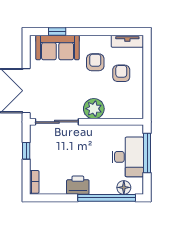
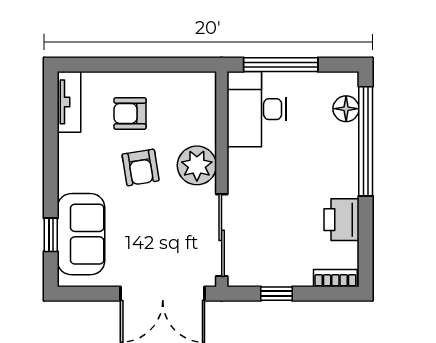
armchair: (95, 62) -> (141, 167), moved, turned -99
desk: (128, 157) -> (257, 109), moved, turned -90
printer: (78, 185) -> (342, 220), moved

